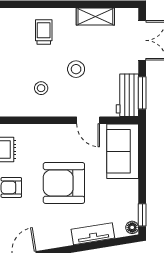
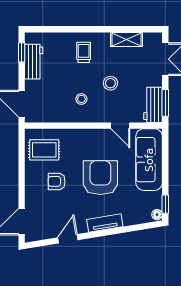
sofa: (123, 151) -> (149, 160), width x1.36
armchair: (64, 183) -> (100, 178), turned 90
tv unit: (93, 234) -> (105, 223), moved

